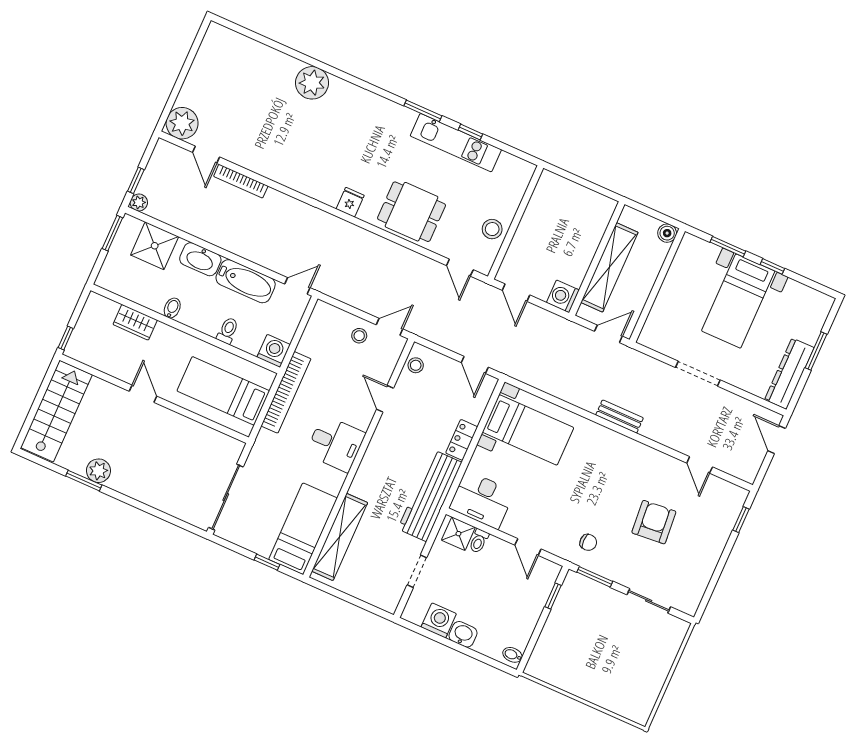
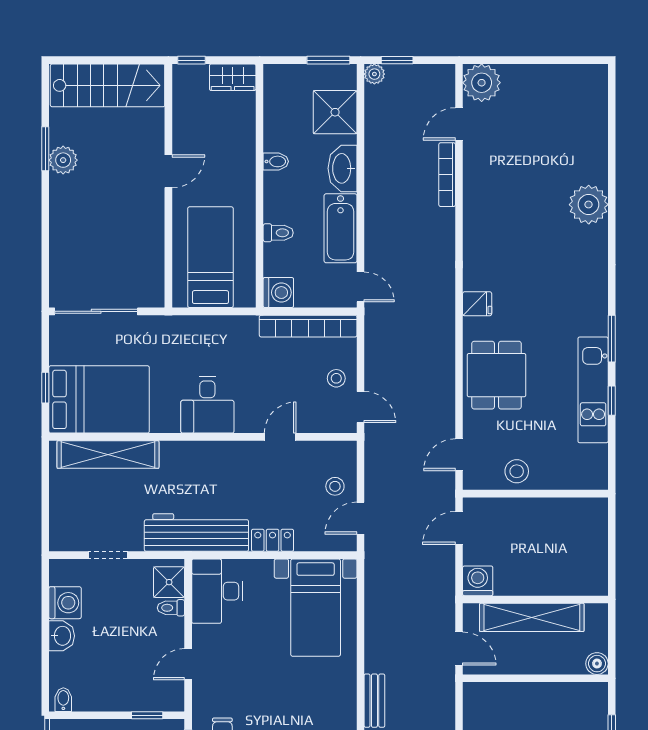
wardrobe: (135, 322) -> (233, 77), moved, turned -90
stool: (416, 365) -> (335, 486), moved
bookcase: (286, 392) -> (308, 326), moved
bed: (303, 529) -> (99, 399), width x1.50

